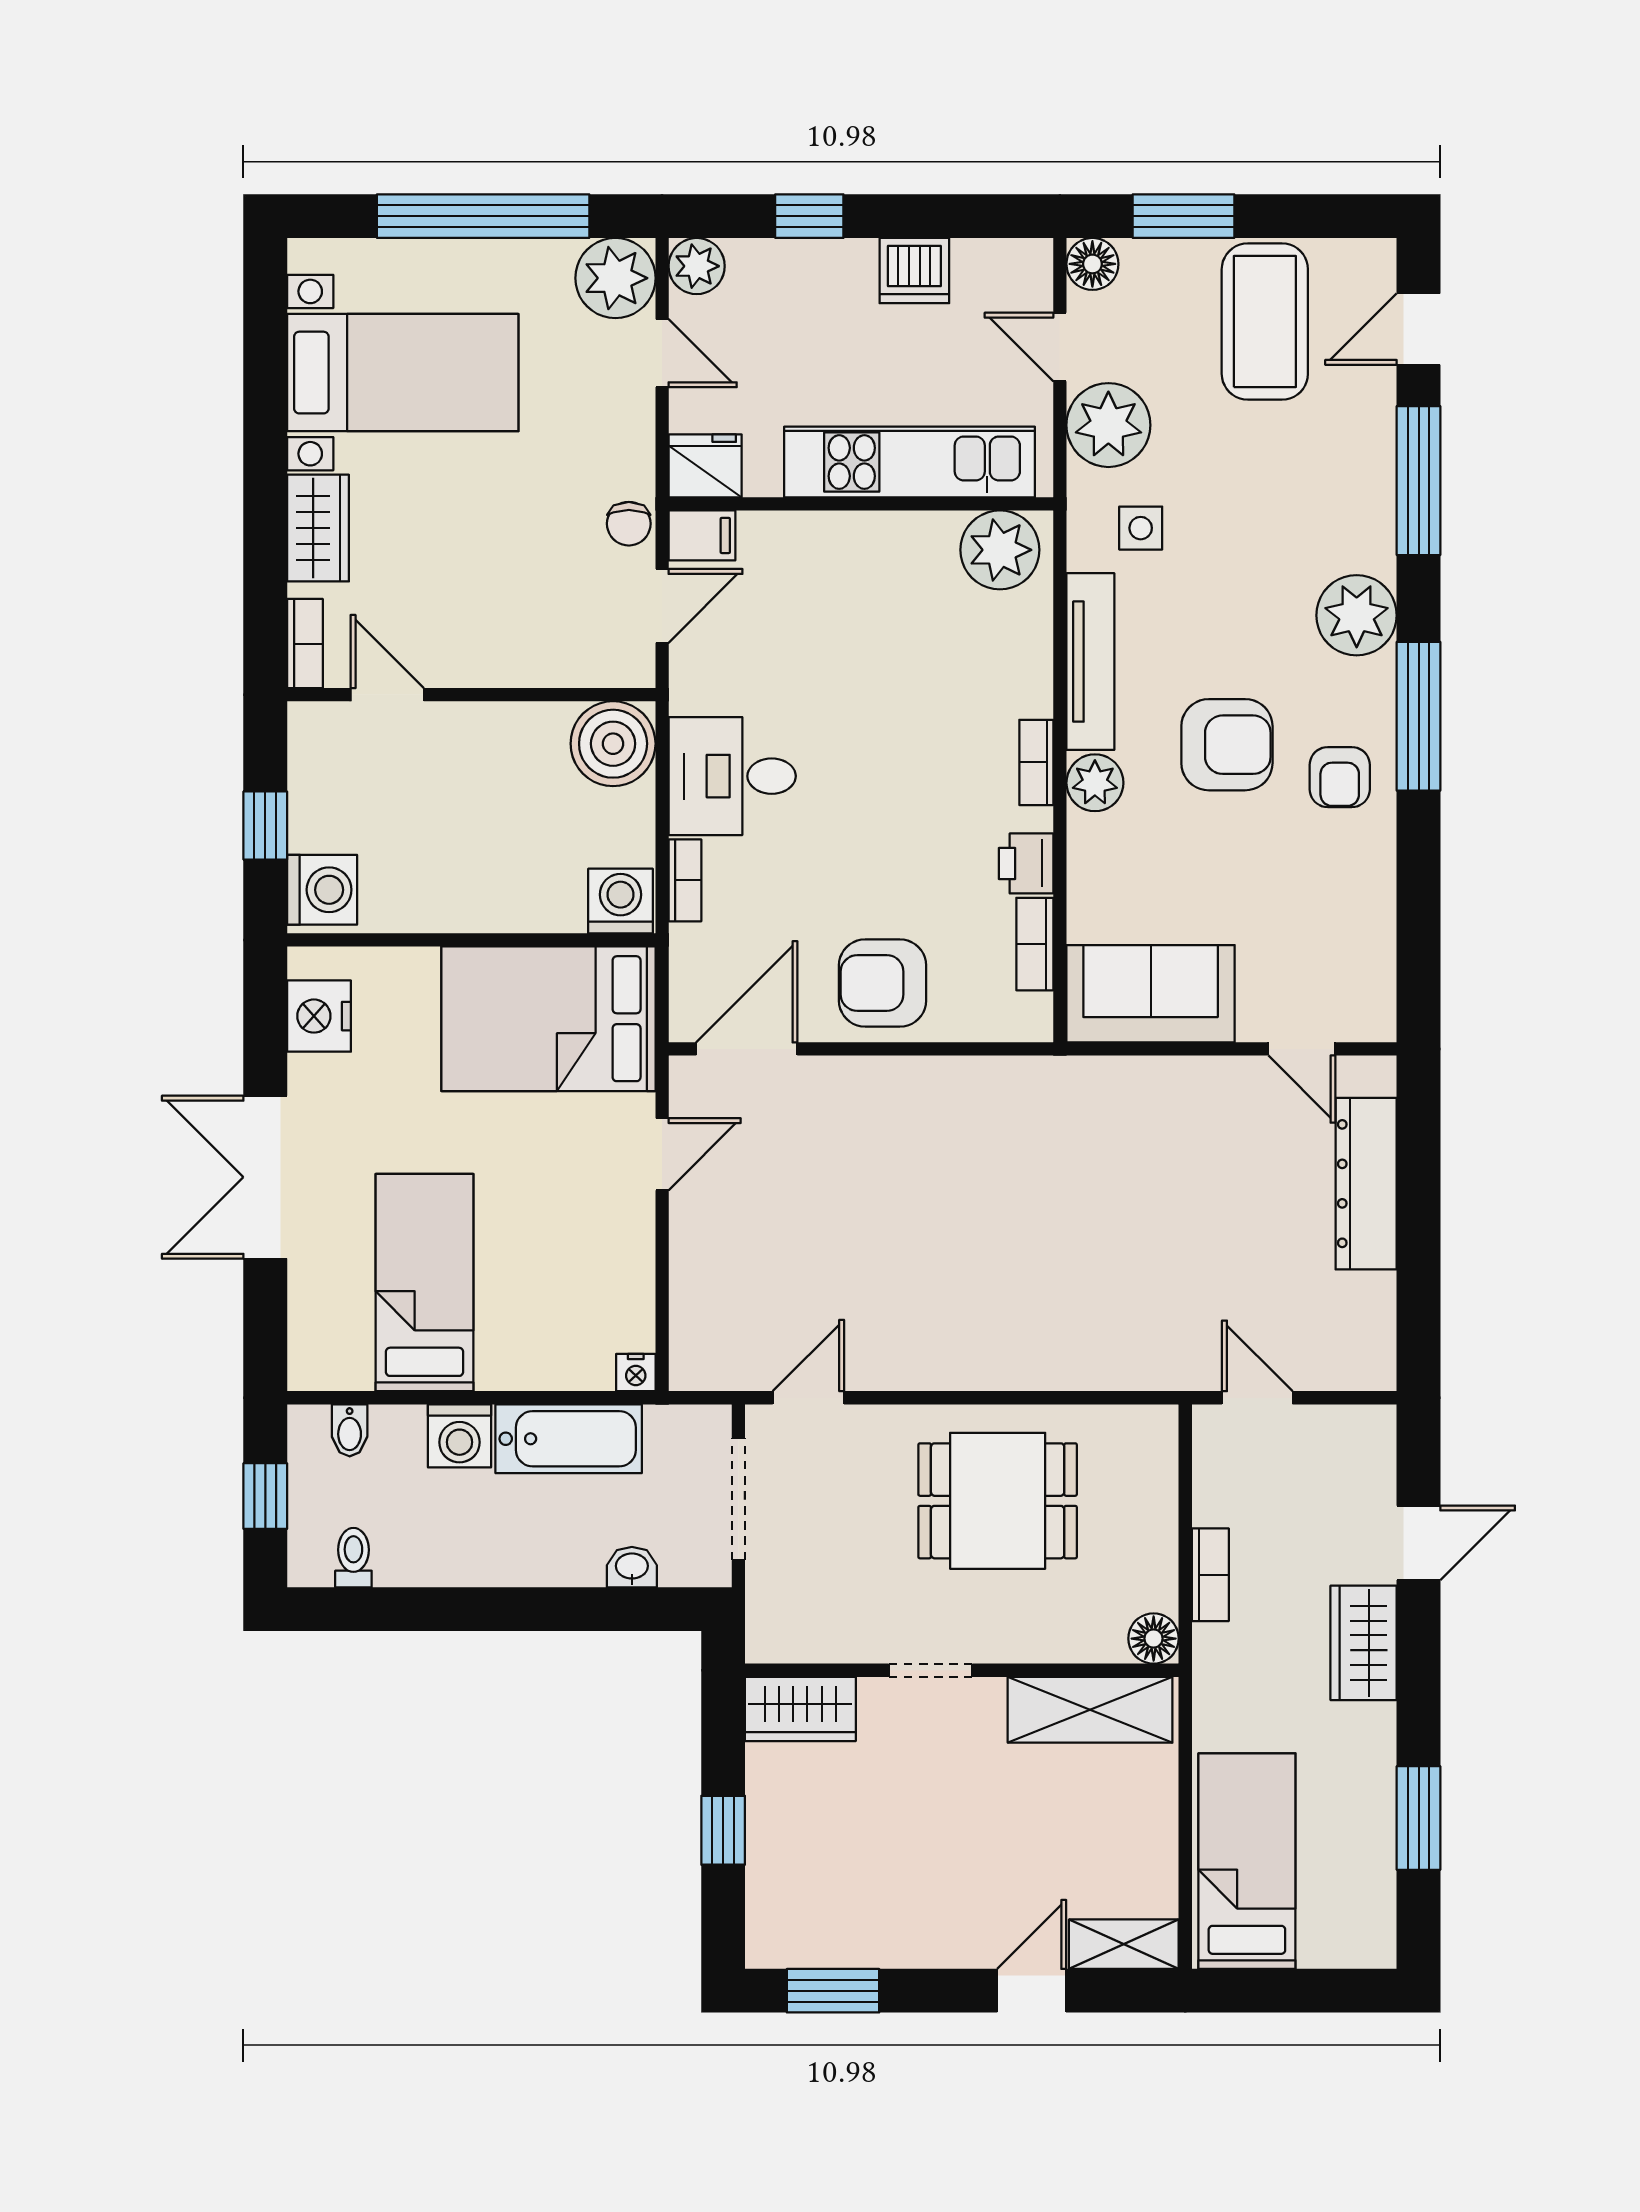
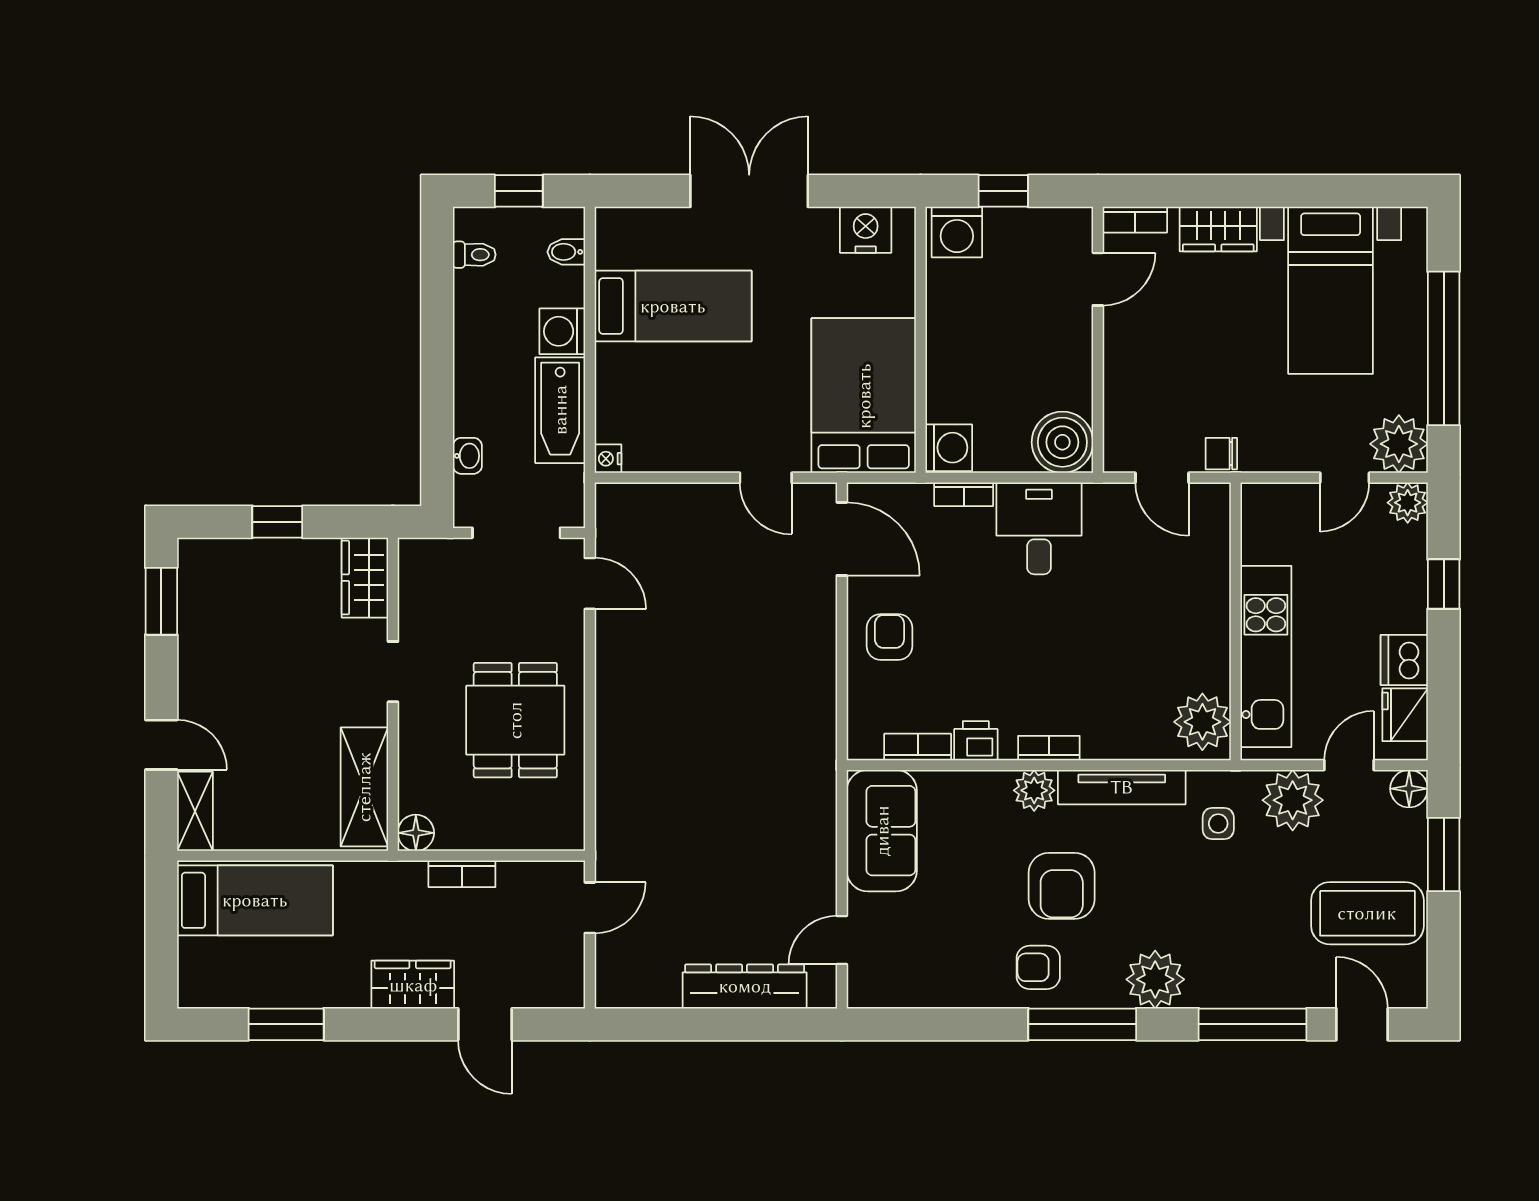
fridge: (705, 466) -> (1405, 715), moved, turned 180
filing cabinet: (702, 535) -> (1213, 506), removed
armchair: (883, 983) -> (889, 637), width x0.72, depth x0.72

